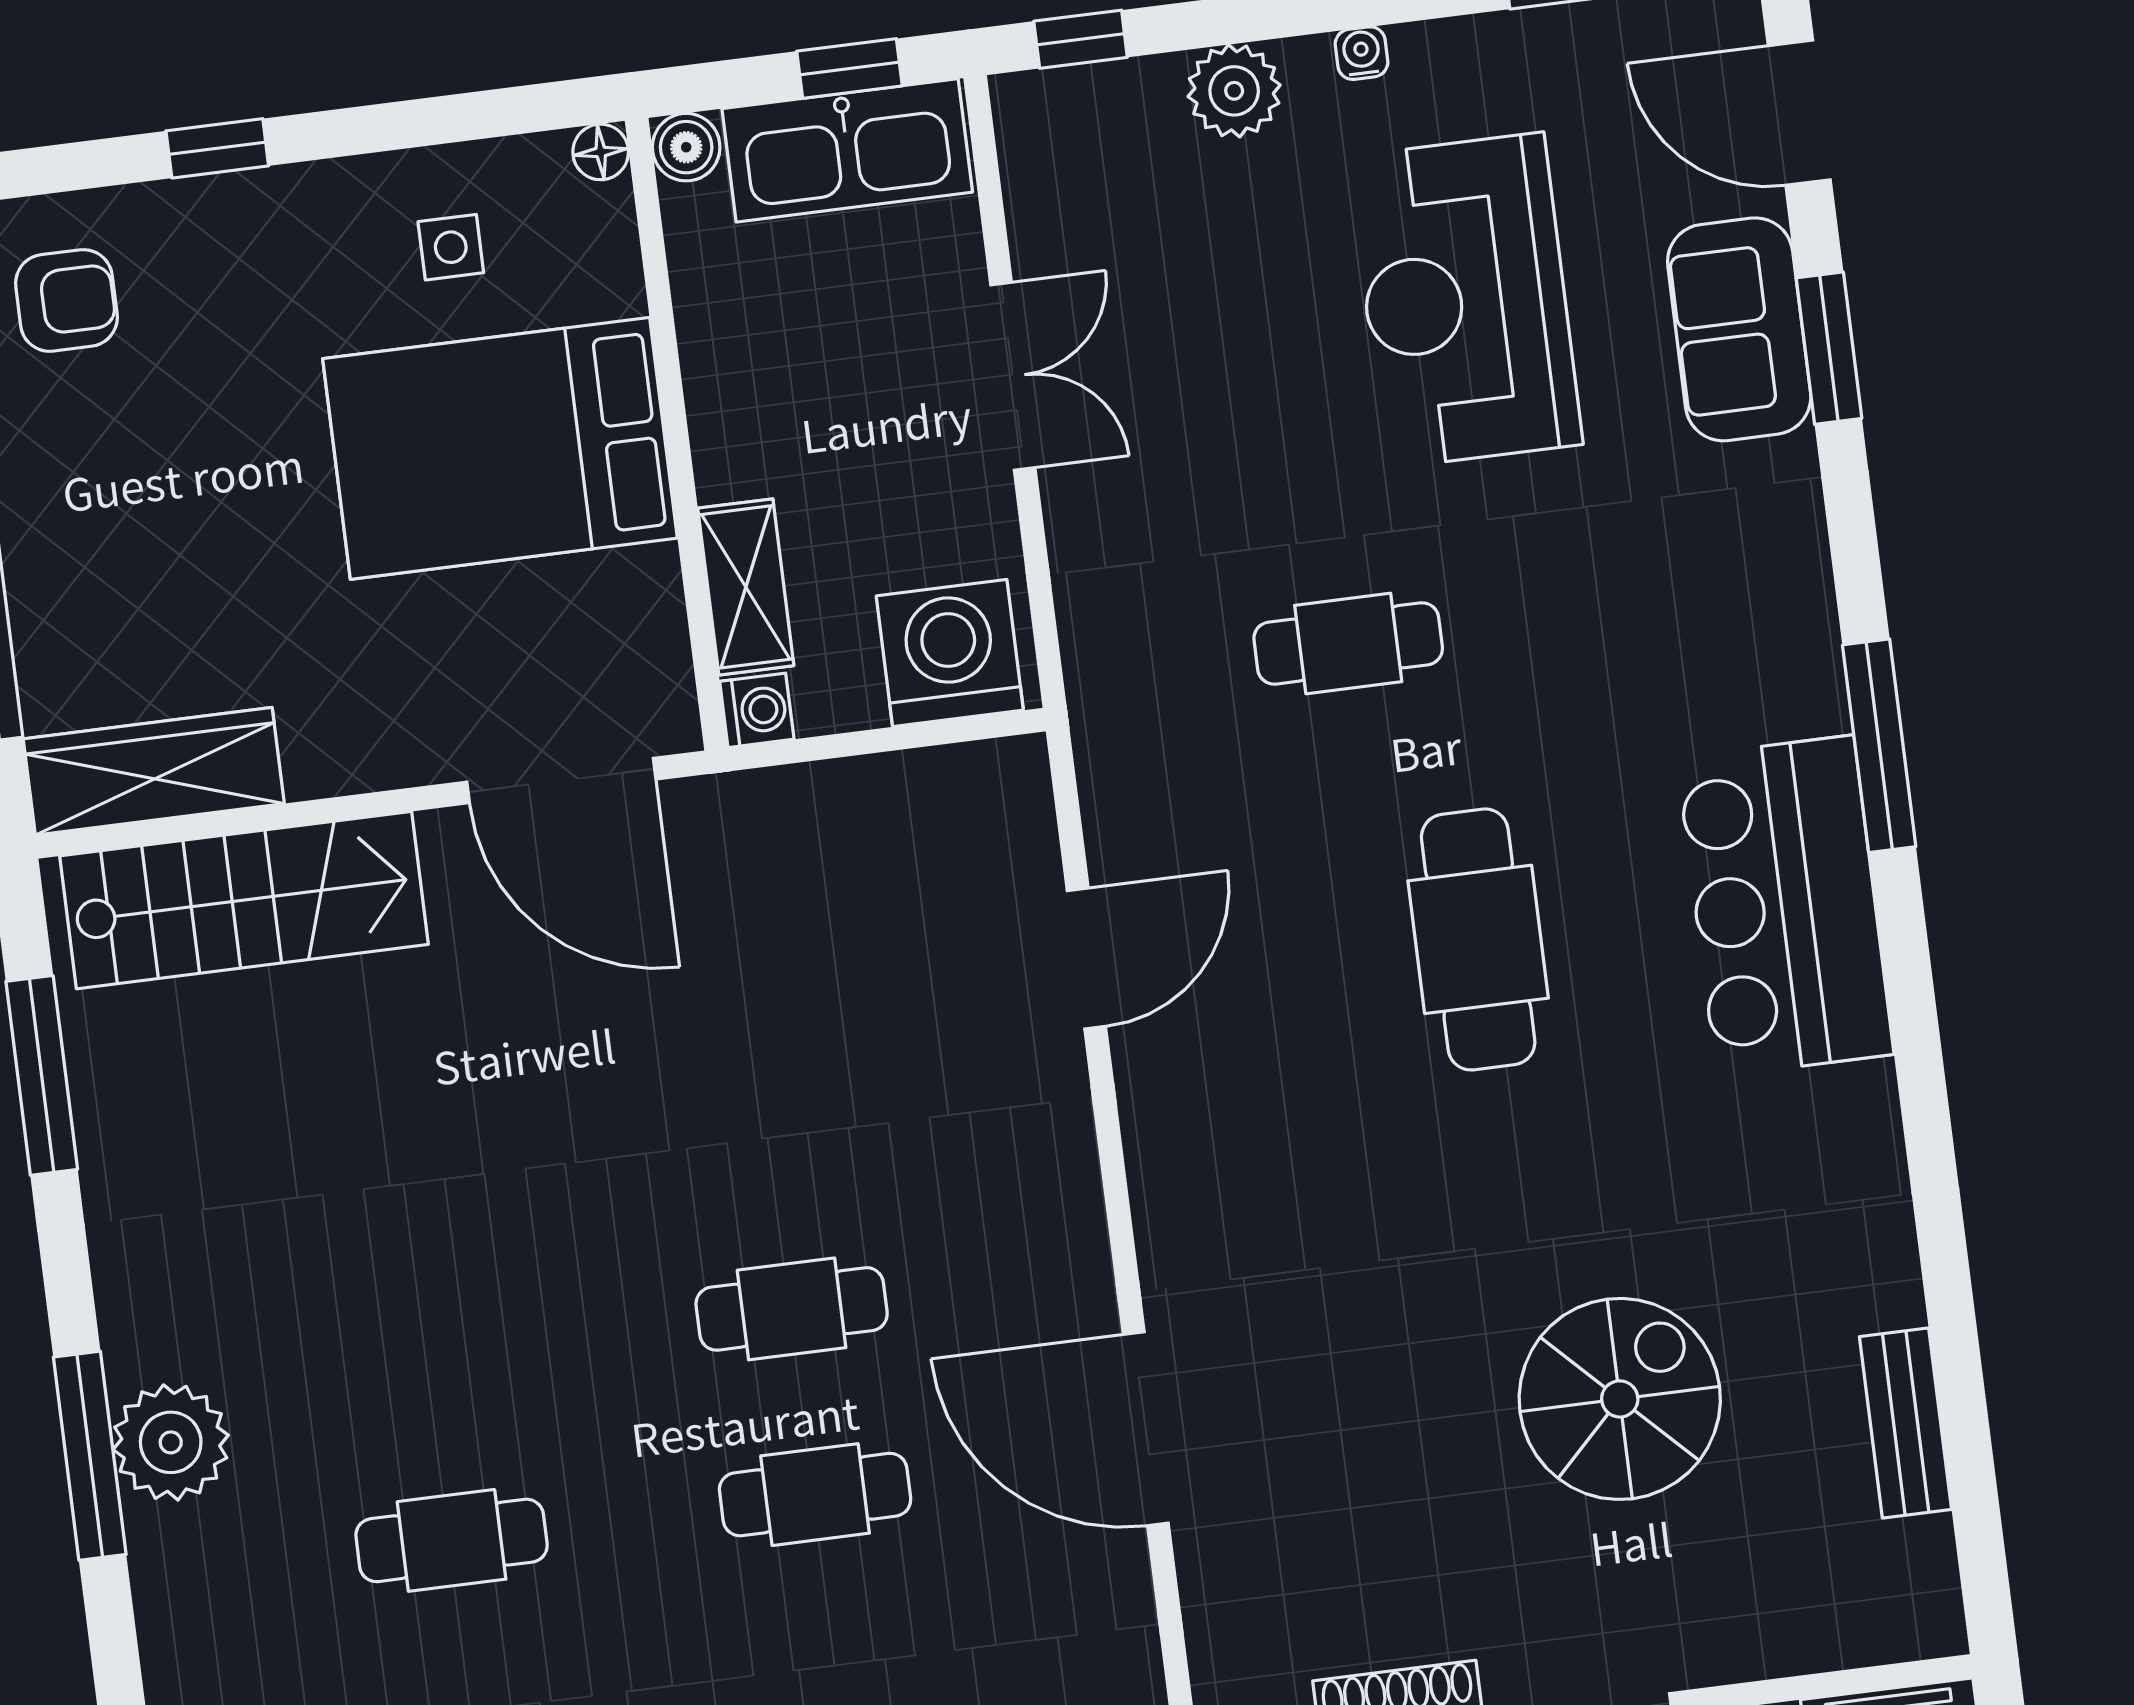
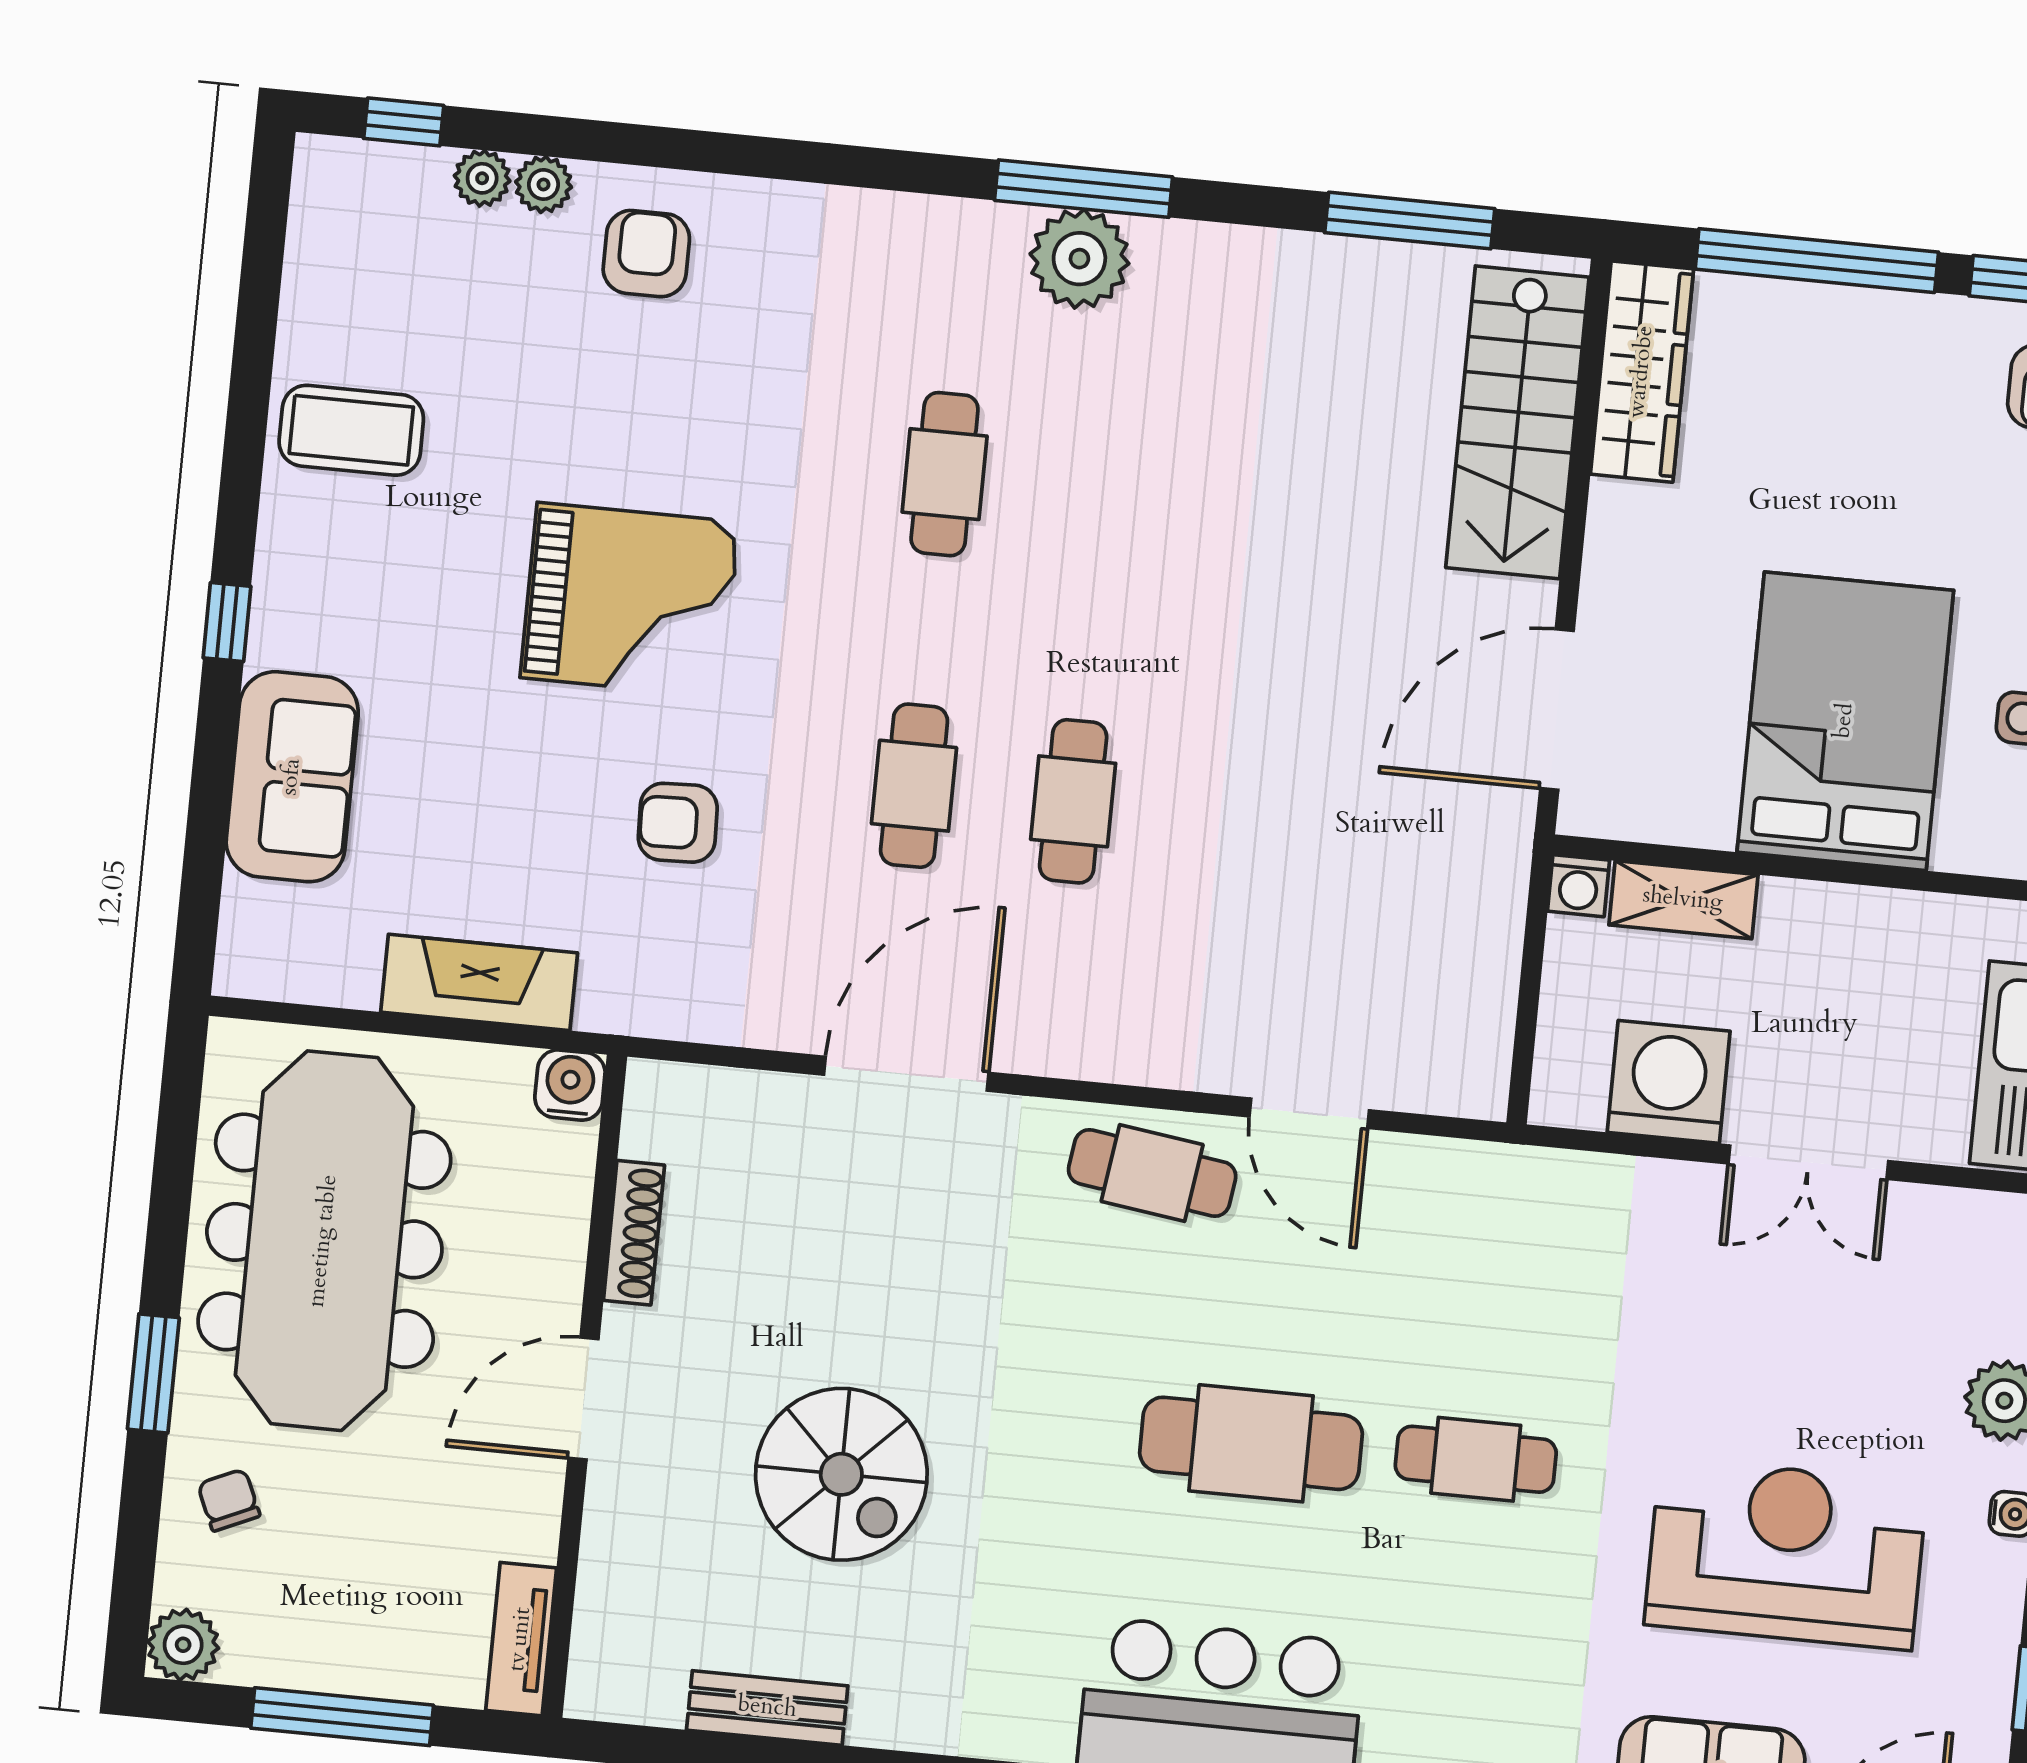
cafe table: (1348, 643) -> (1476, 1459), moved, turned 90
washing machine: (950, 653) -> (1669, 1082), moved, turned -90
cafe table: (1195, 1122) -> (1152, 1173), added

